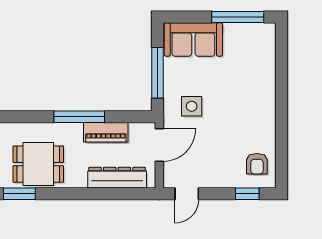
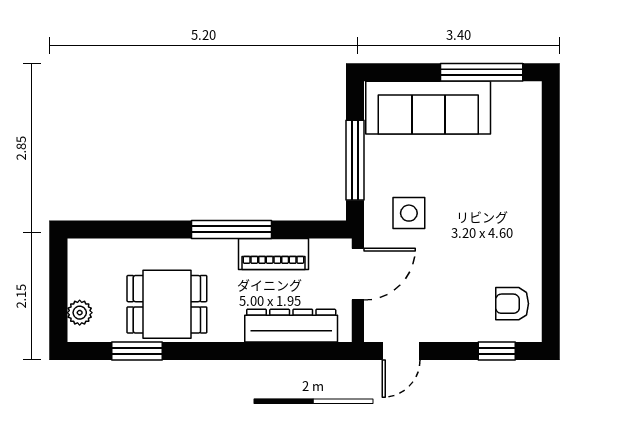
sofa: (193, 40) -> (428, 108), width x1.36
armchair: (257, 164) -> (512, 304), turned 90

